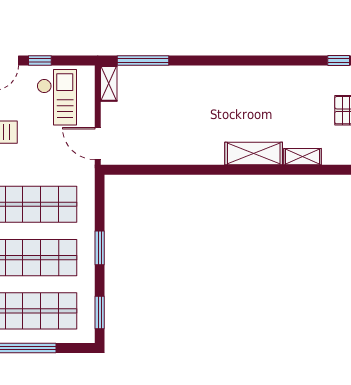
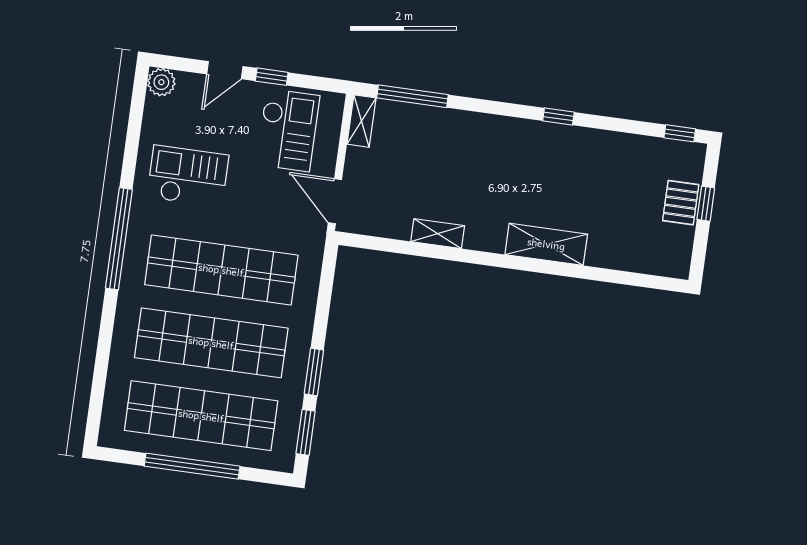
window: (250, 60) -> (558, 116), added
shelving: (302, 157) -> (438, 234), moved
window: (100, 248) -> (314, 372), moved

